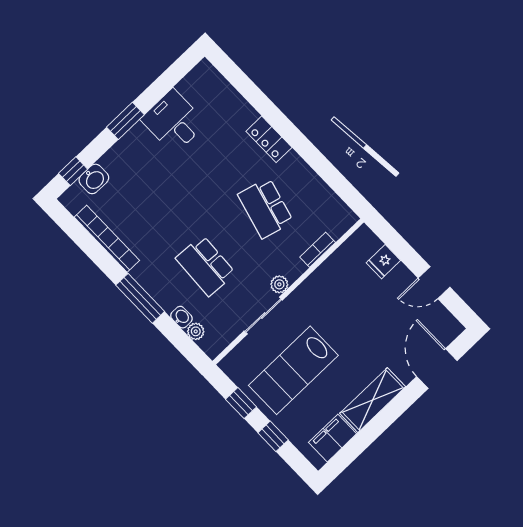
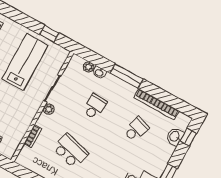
school desk: (151, 209) -> (136, 129), added
school desk: (206, 266) -> (95, 107), width x0.54
window: (273, 436) -> (25, 20), removed

